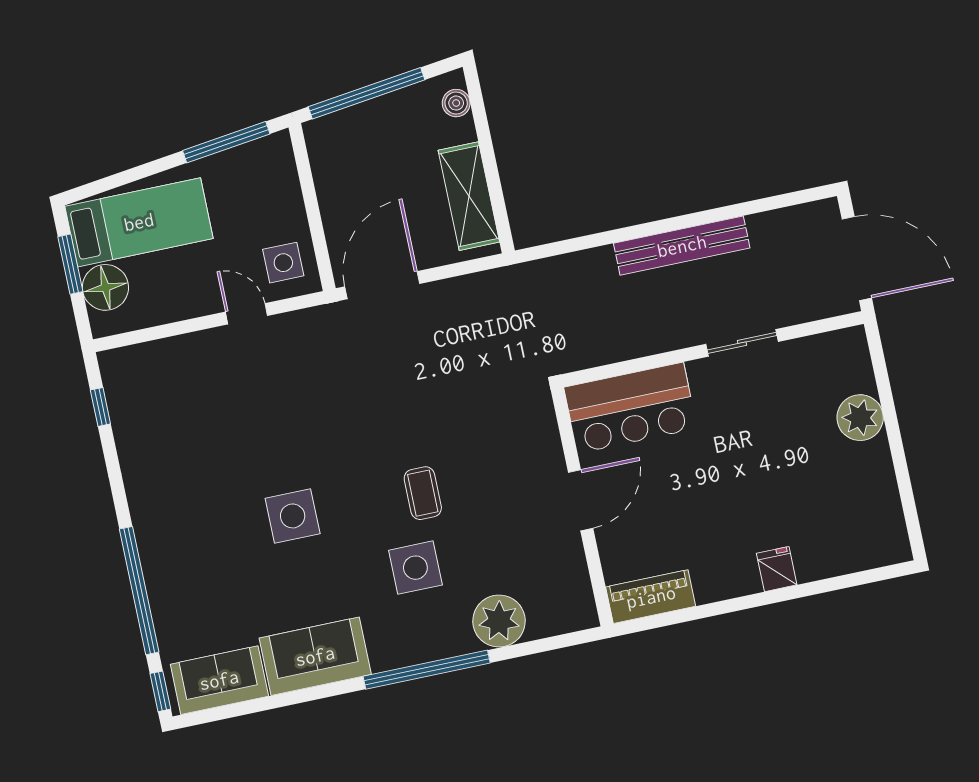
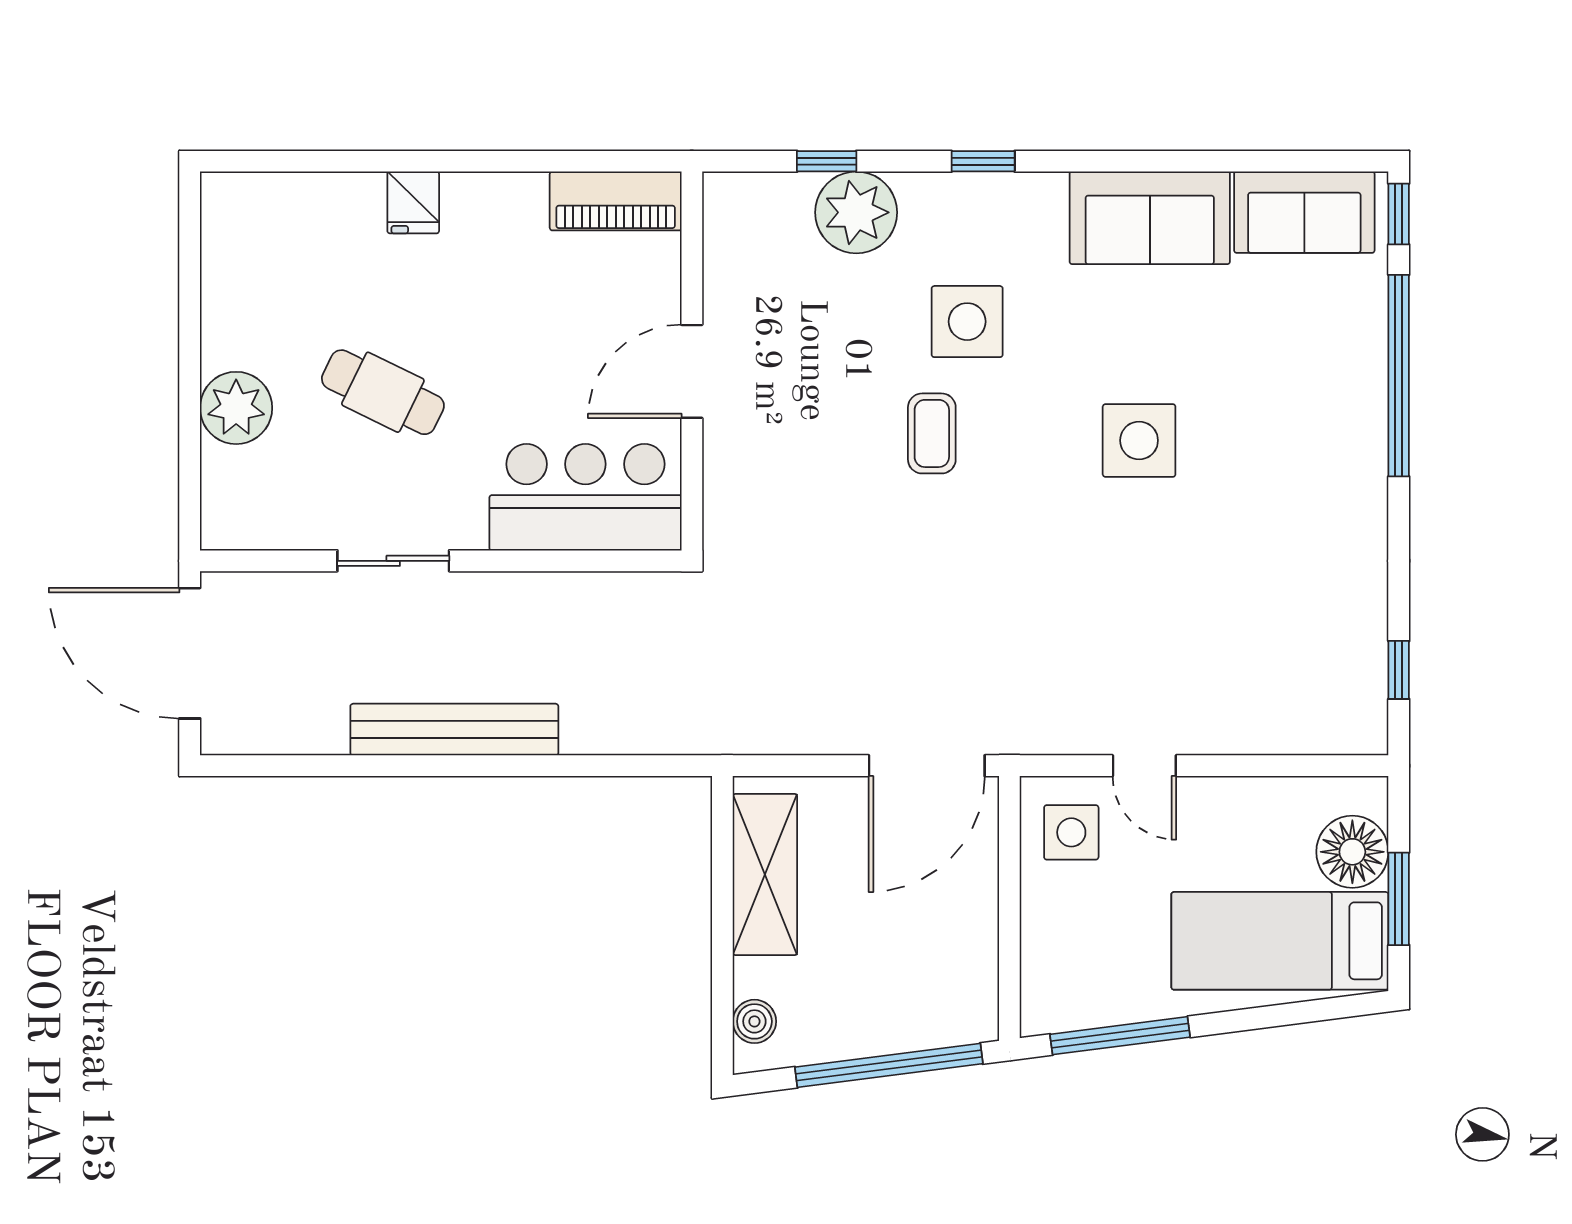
cafe table: (771, 447) -> (383, 392), added
window: (524, 649) -> (827, 161), added
window: (427, 670) -> (983, 161), width x0.32

